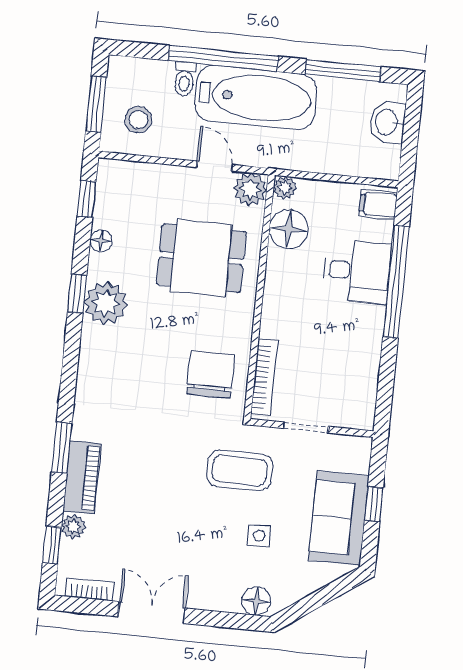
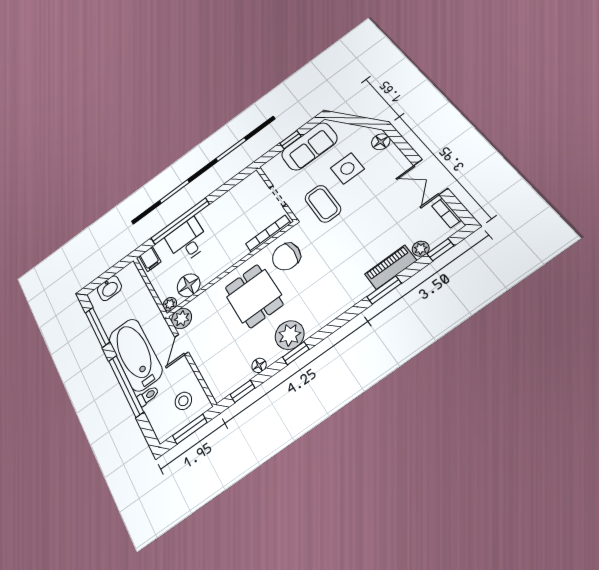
dining table: (201, 258) -> (254, 296), moved
side table: (259, 535) -> (347, 168), width x1.87, depth x1.87

